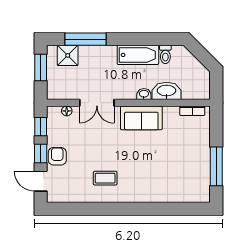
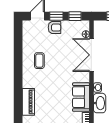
double door: (97, 103) -> (91, 55), width x1.37
sofa: (141, 118) -> (81, 97), moved
piano: (165, 194) -> (28, 102), added

